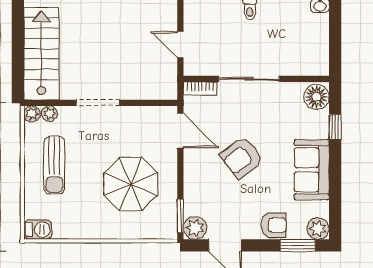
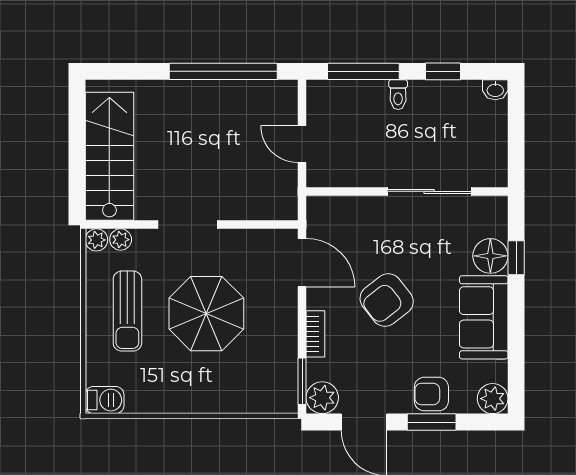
sliding door: (249, 79) -> (429, 191), moved
bookcase: (200, 89) -> (315, 334), moved, turned -90
floor lamp: (316, 97) -> (490, 256), moved
parasol: (131, 184) -> (206, 314), moved
armchair: (274, 225) -> (431, 394), turned 180
window: (298, 245) -> (432, 422), moved

